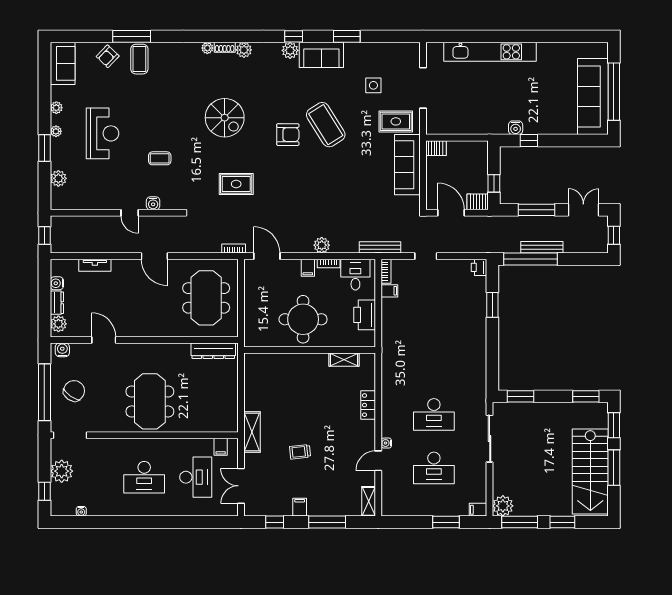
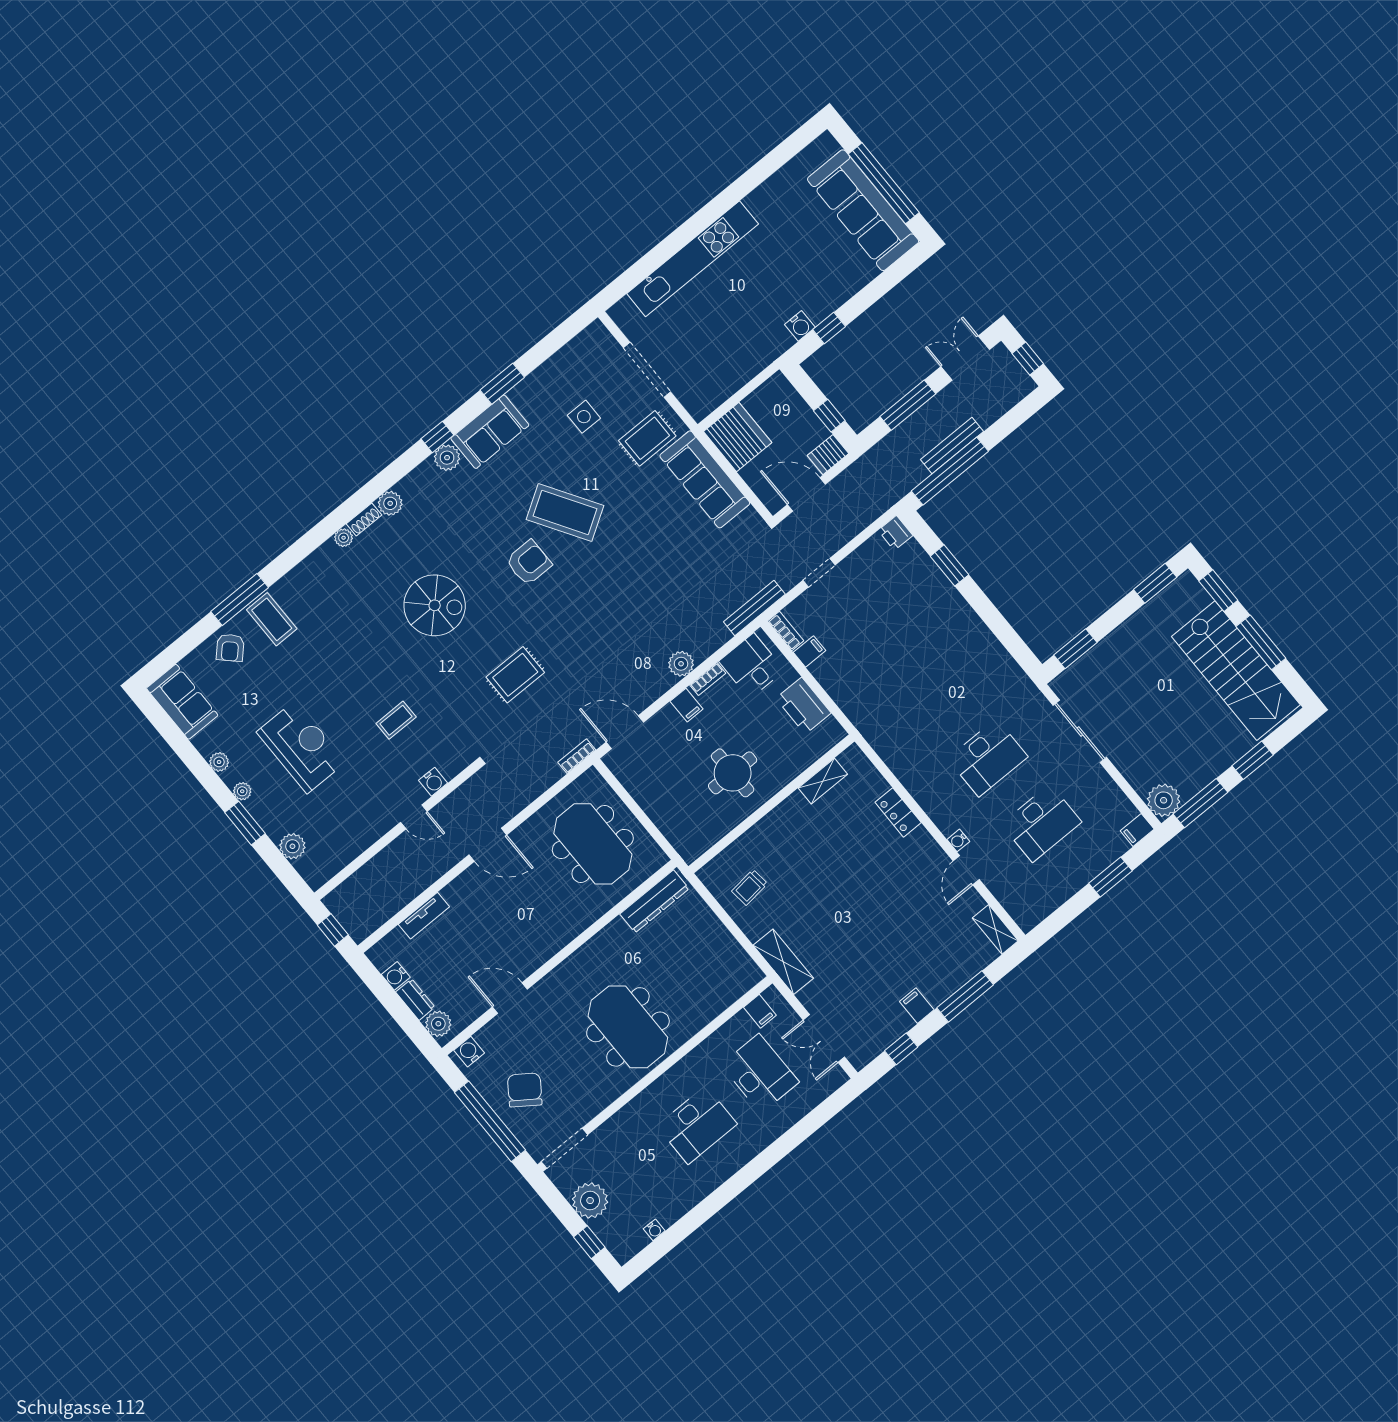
server rack: (436, 148) -> (738, 437), width x2.18, depth x1.44
round table: (303, 319) -> (733, 773), width x0.73, depth x0.73
trolley: (300, 452) -> (750, 887), moved

